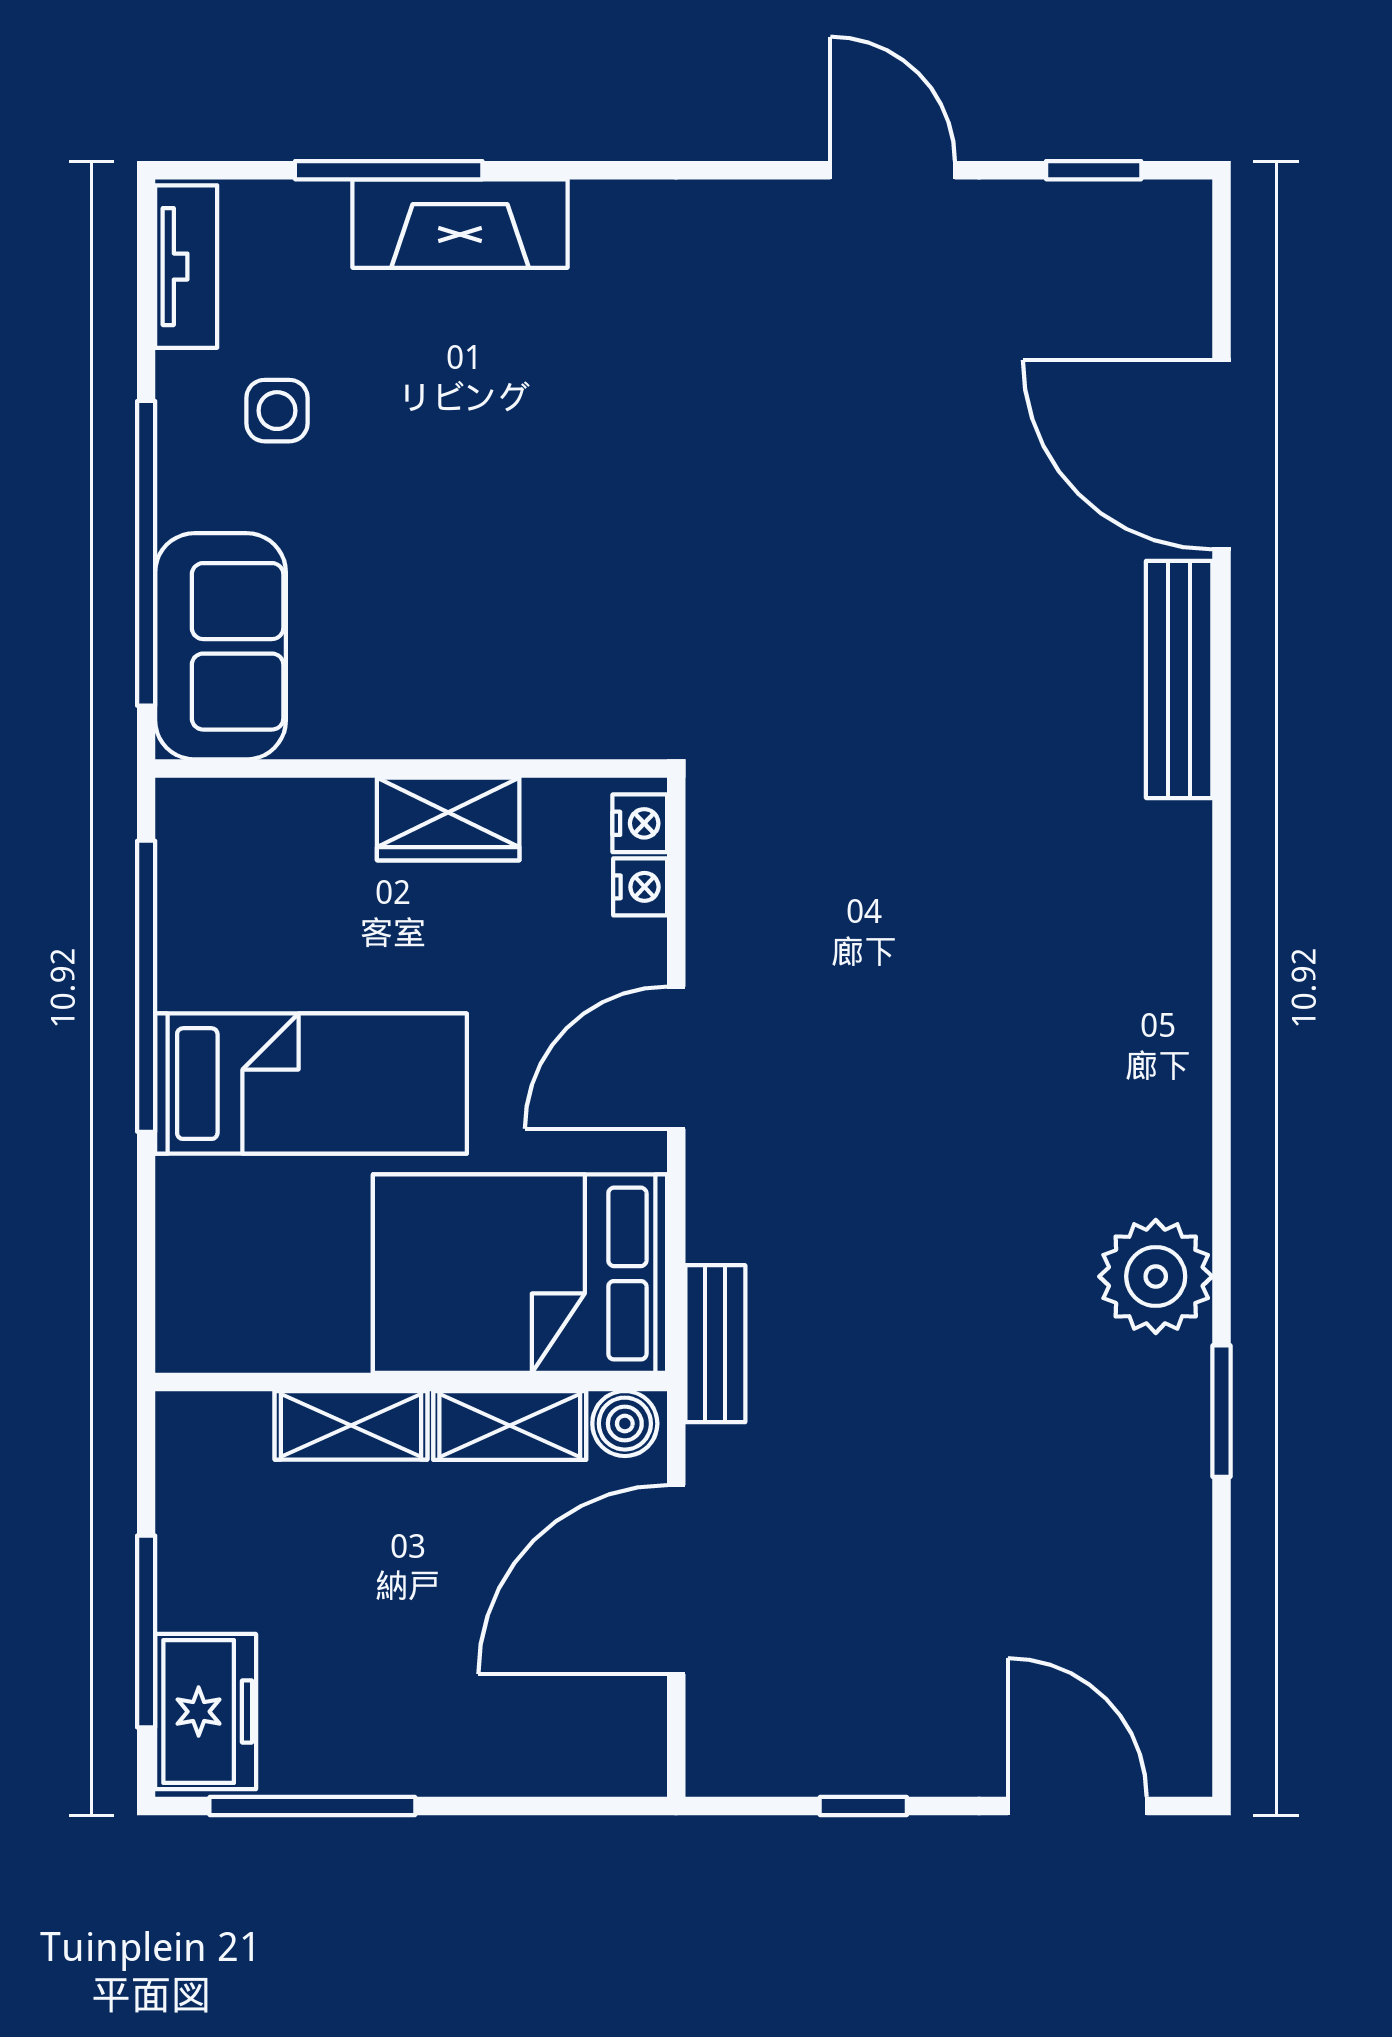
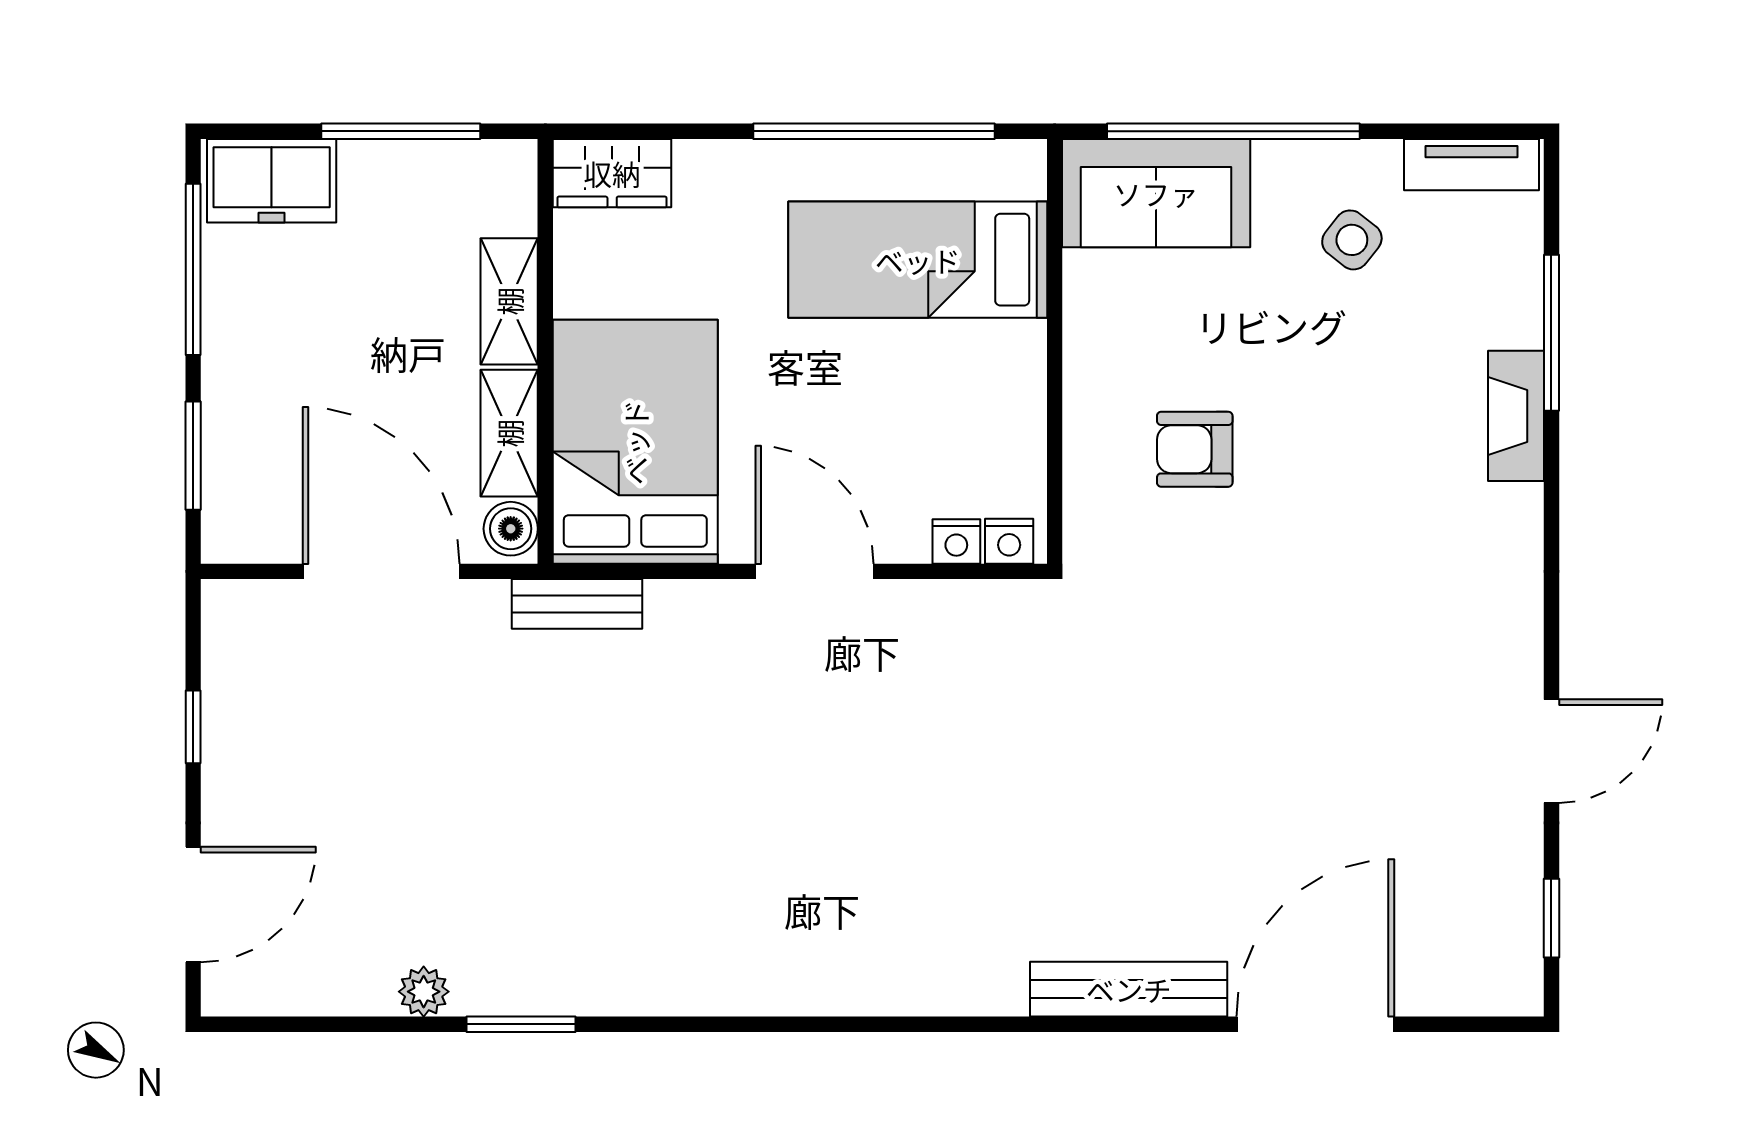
fireplace: (460, 224) -> (1516, 416), width x0.73, depth x0.76
side table: (277, 411) -> (1352, 240), turned 38
armchair: (529, 600) -> (1195, 449), added
wardrobe: (448, 819) -> (612, 173), moved, turned -90
bed: (311, 1084) -> (918, 260), moved, turned 90
plant: (1156, 1276) -> (424, 992), moved, width x0.53, depth x0.53
window: (146, 1632) -> (401, 131), moved
window: (537, 1806) -> (193, 456), added

